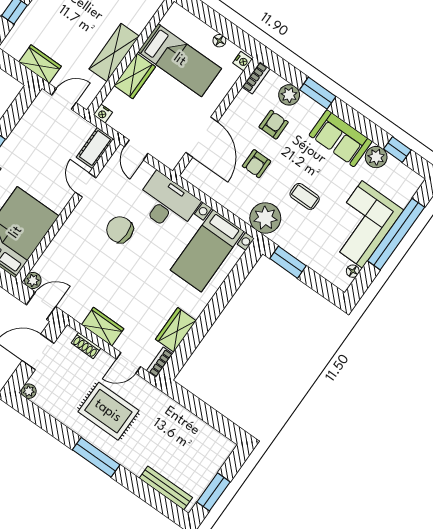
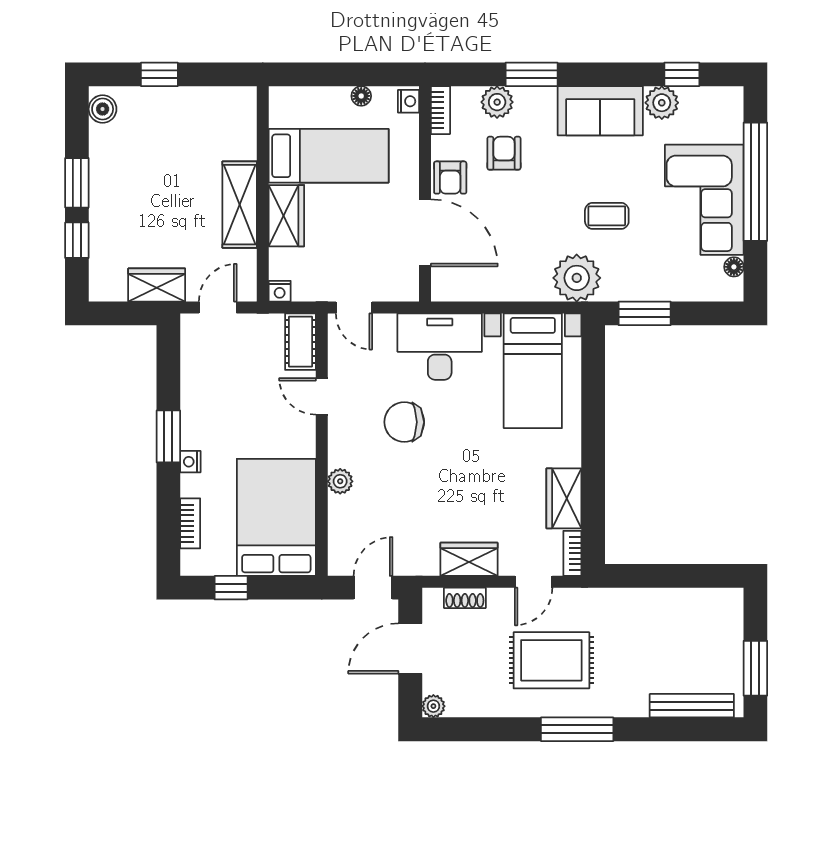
armchair: (257, 164) -> (450, 178), moved
plant: (33, 280) -> (340, 481), moved

